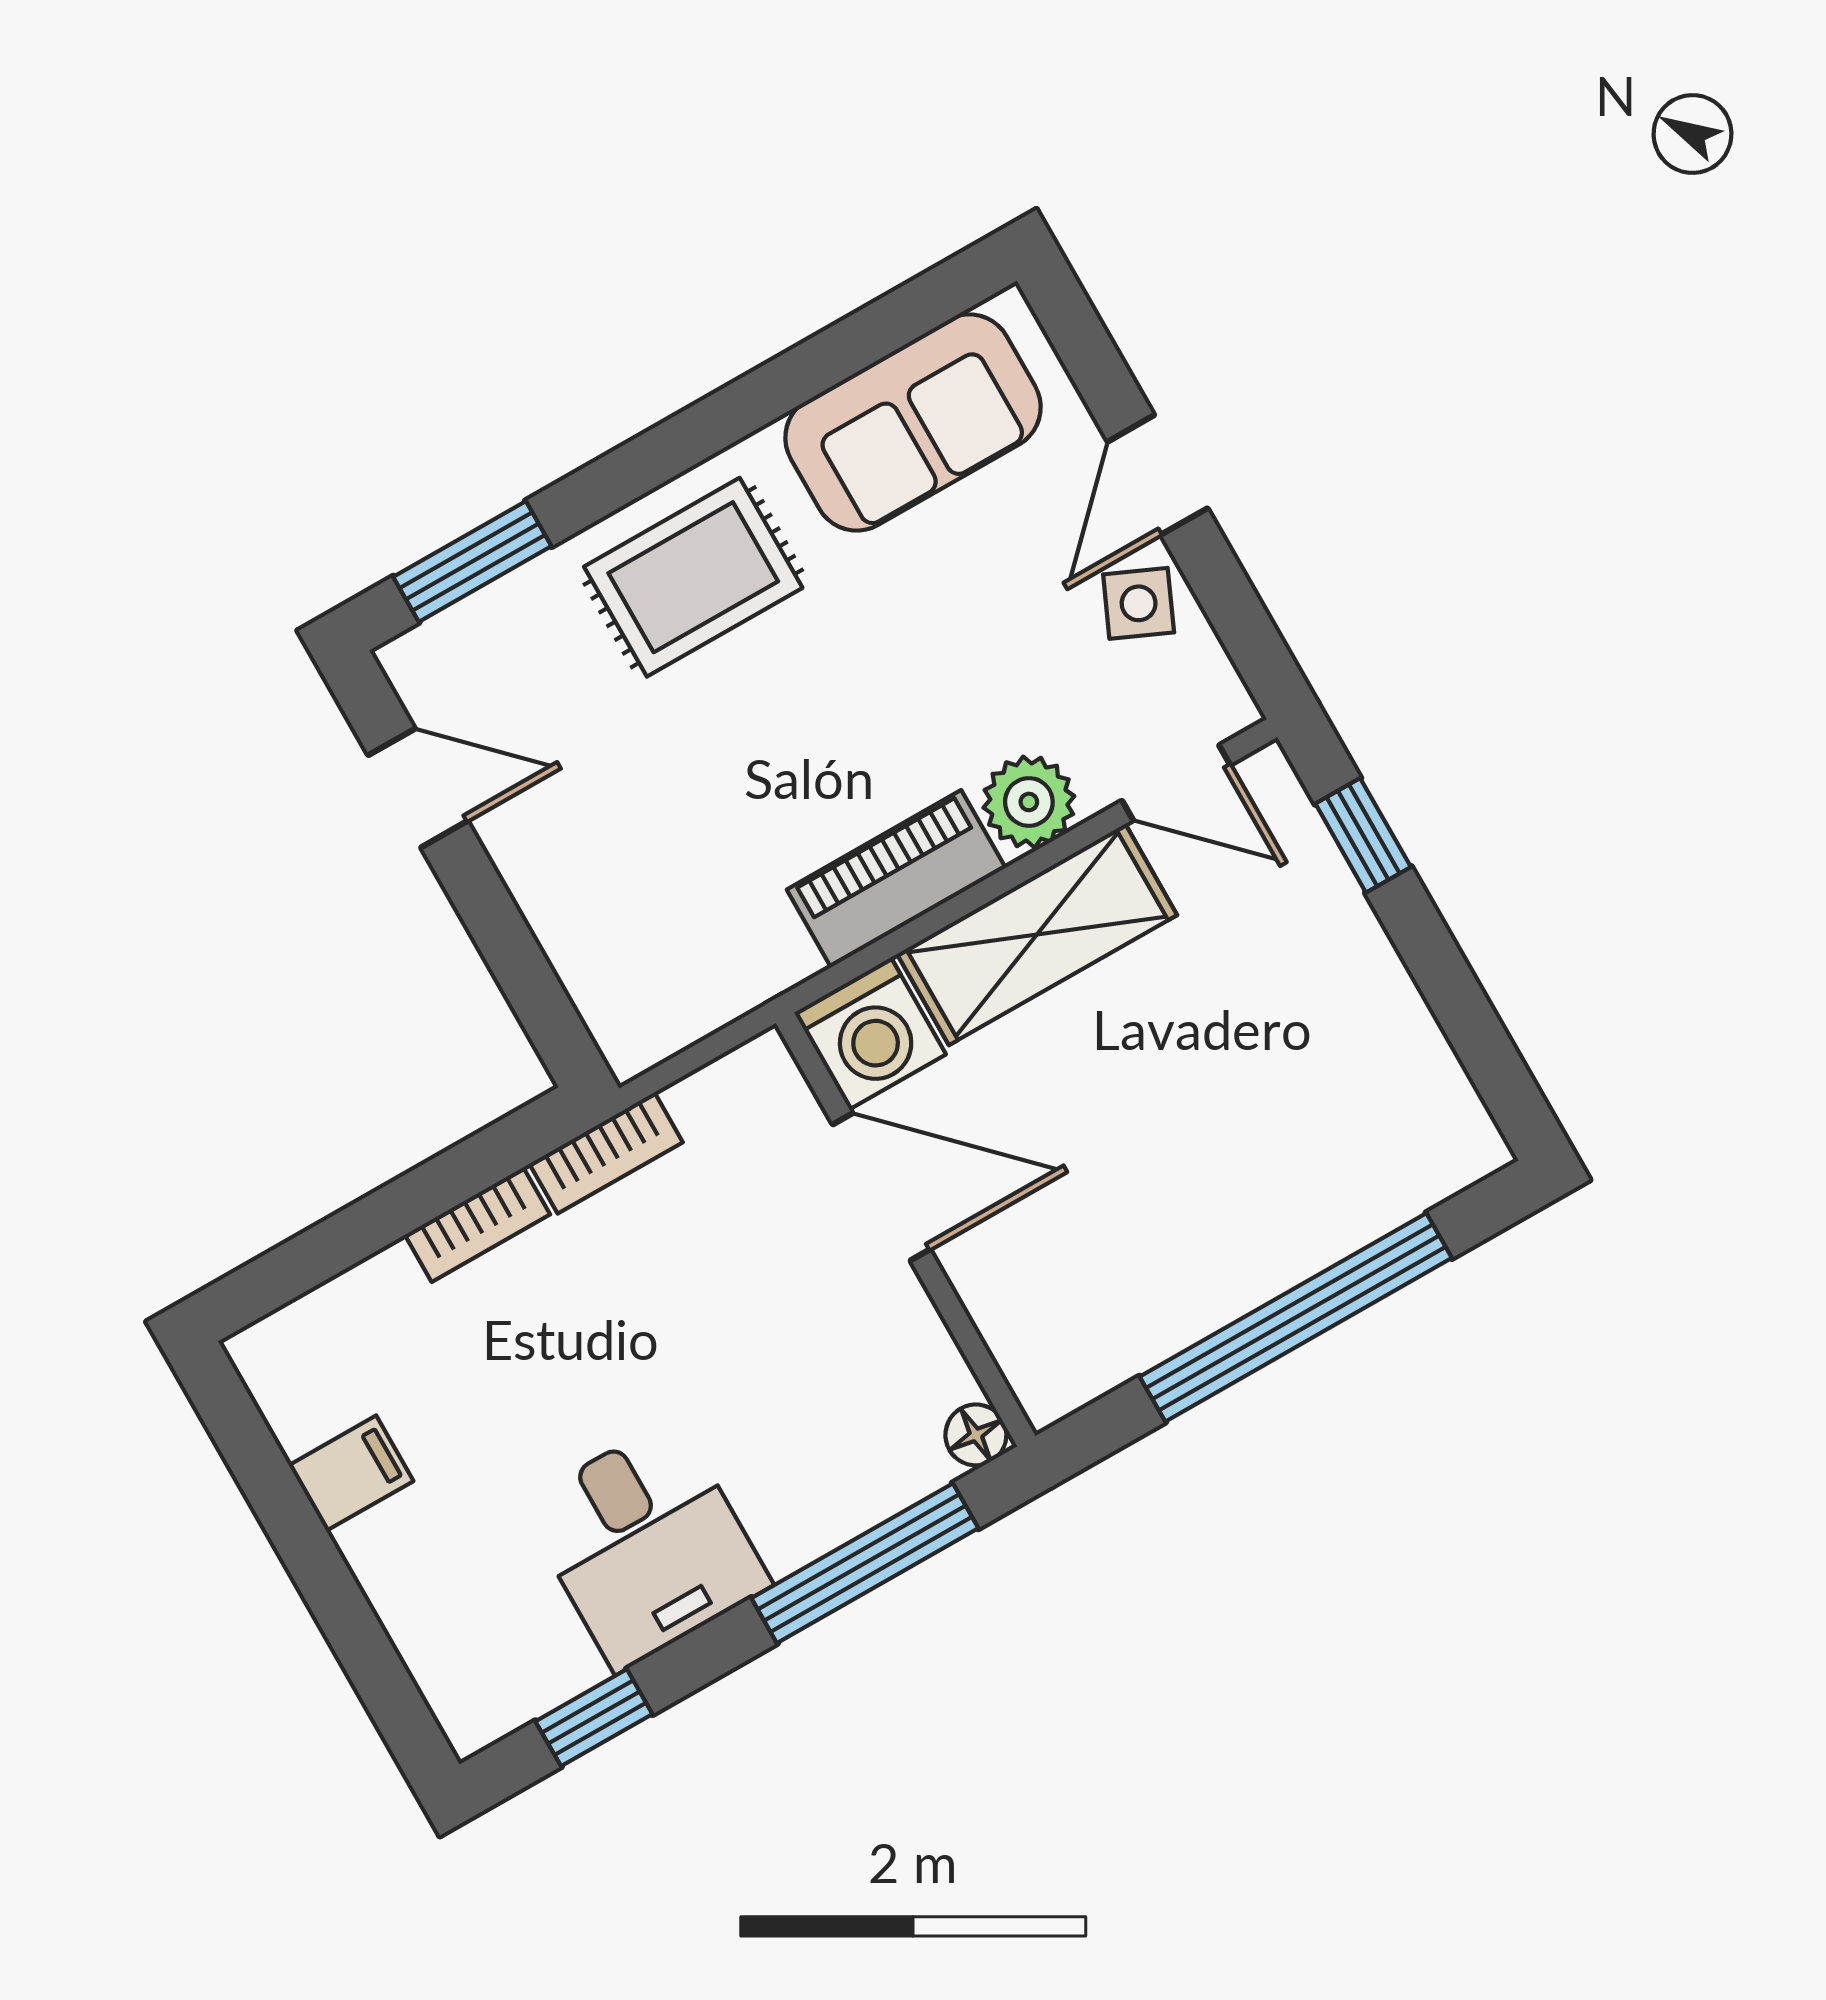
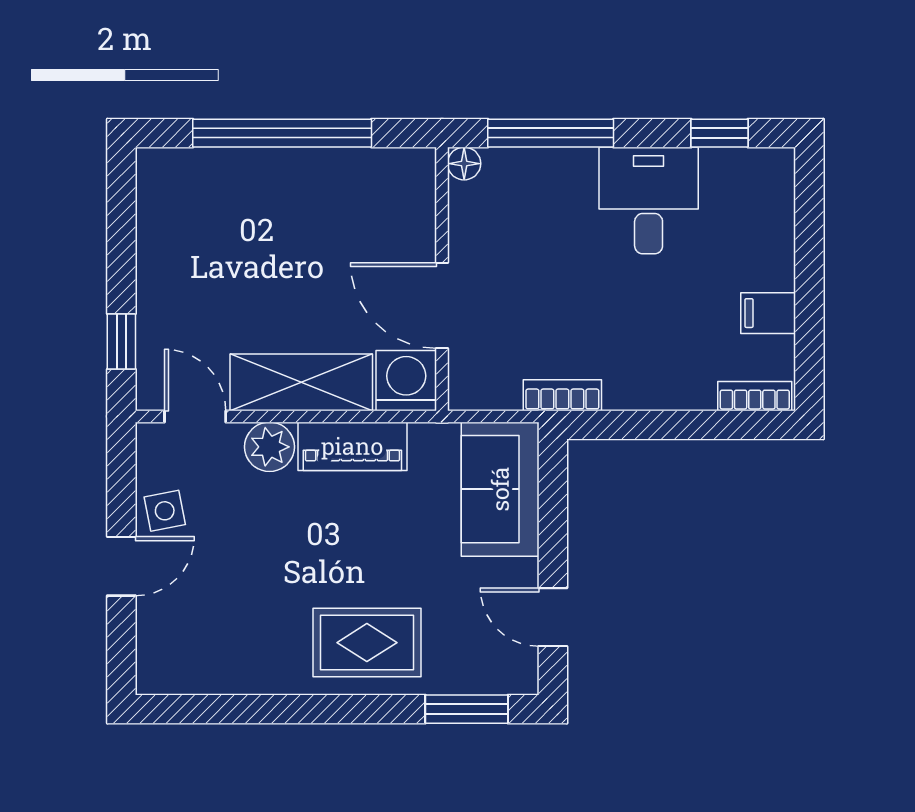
sofa: (913, 422) -> (500, 489), moved, turned -90
side table: (1139, 603) -> (165, 511), turned -35
bookcase: (477, 1225) -> (755, 396), moved

